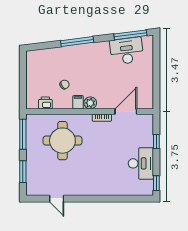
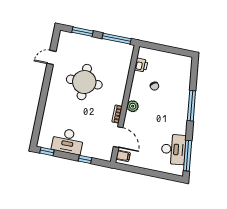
filing cabinet: (78, 102) -> (123, 156), moved
round table: (62, 141) -> (84, 82), moved

